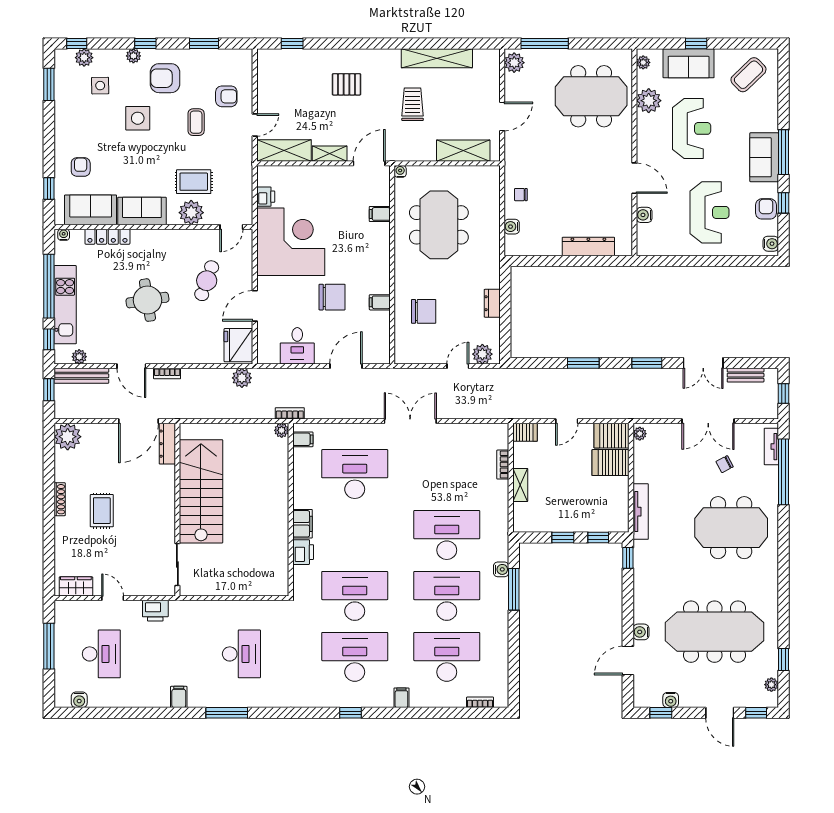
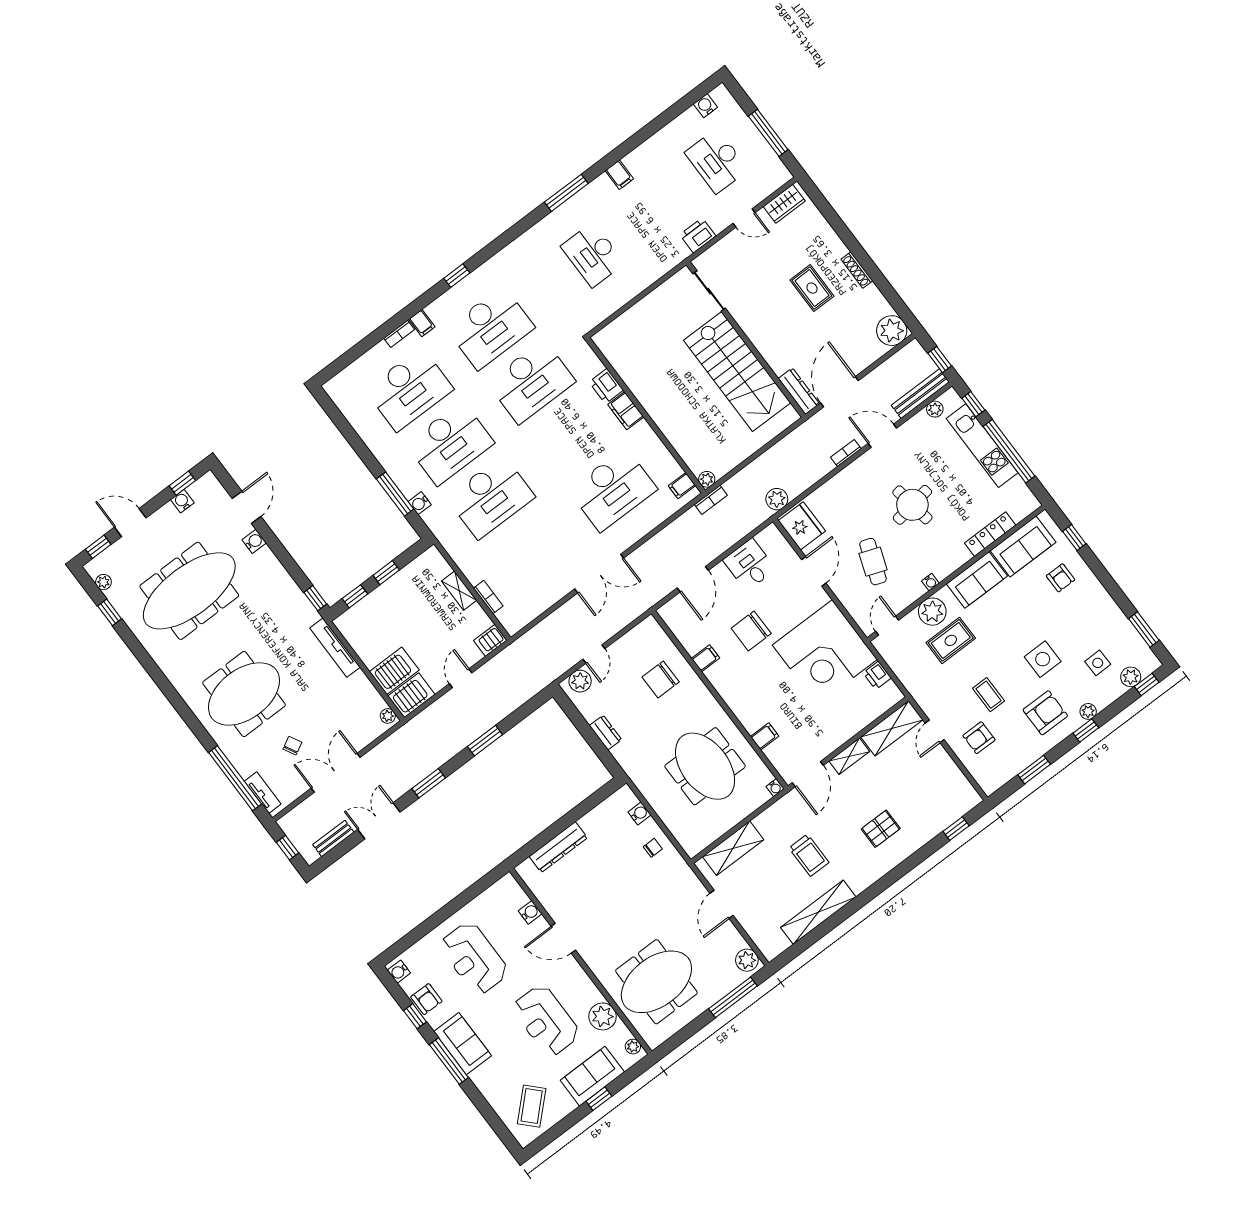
water cooler: (64, 235) -> (930, 582), moved
bookcase: (480, 702) -> (399, 334), moved

